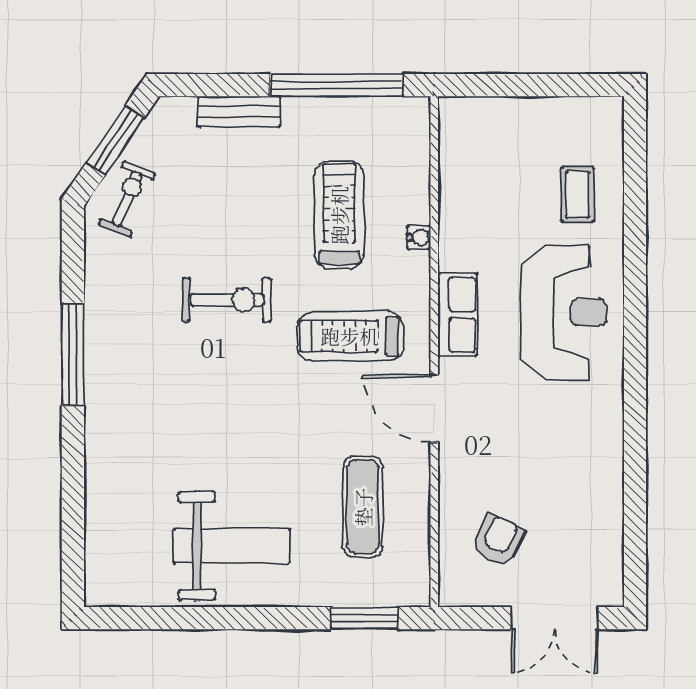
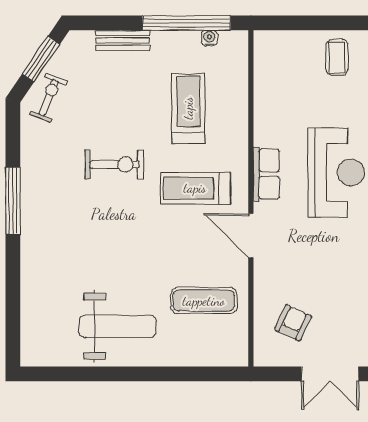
coffee table: (578, 194) -> (337, 57), moved
water cooler: (419, 237) -> (209, 38), moved, turned -90
exercise mat: (363, 507) -> (204, 301), turned 90
window: (365, 618) -> (205, 374), removed

